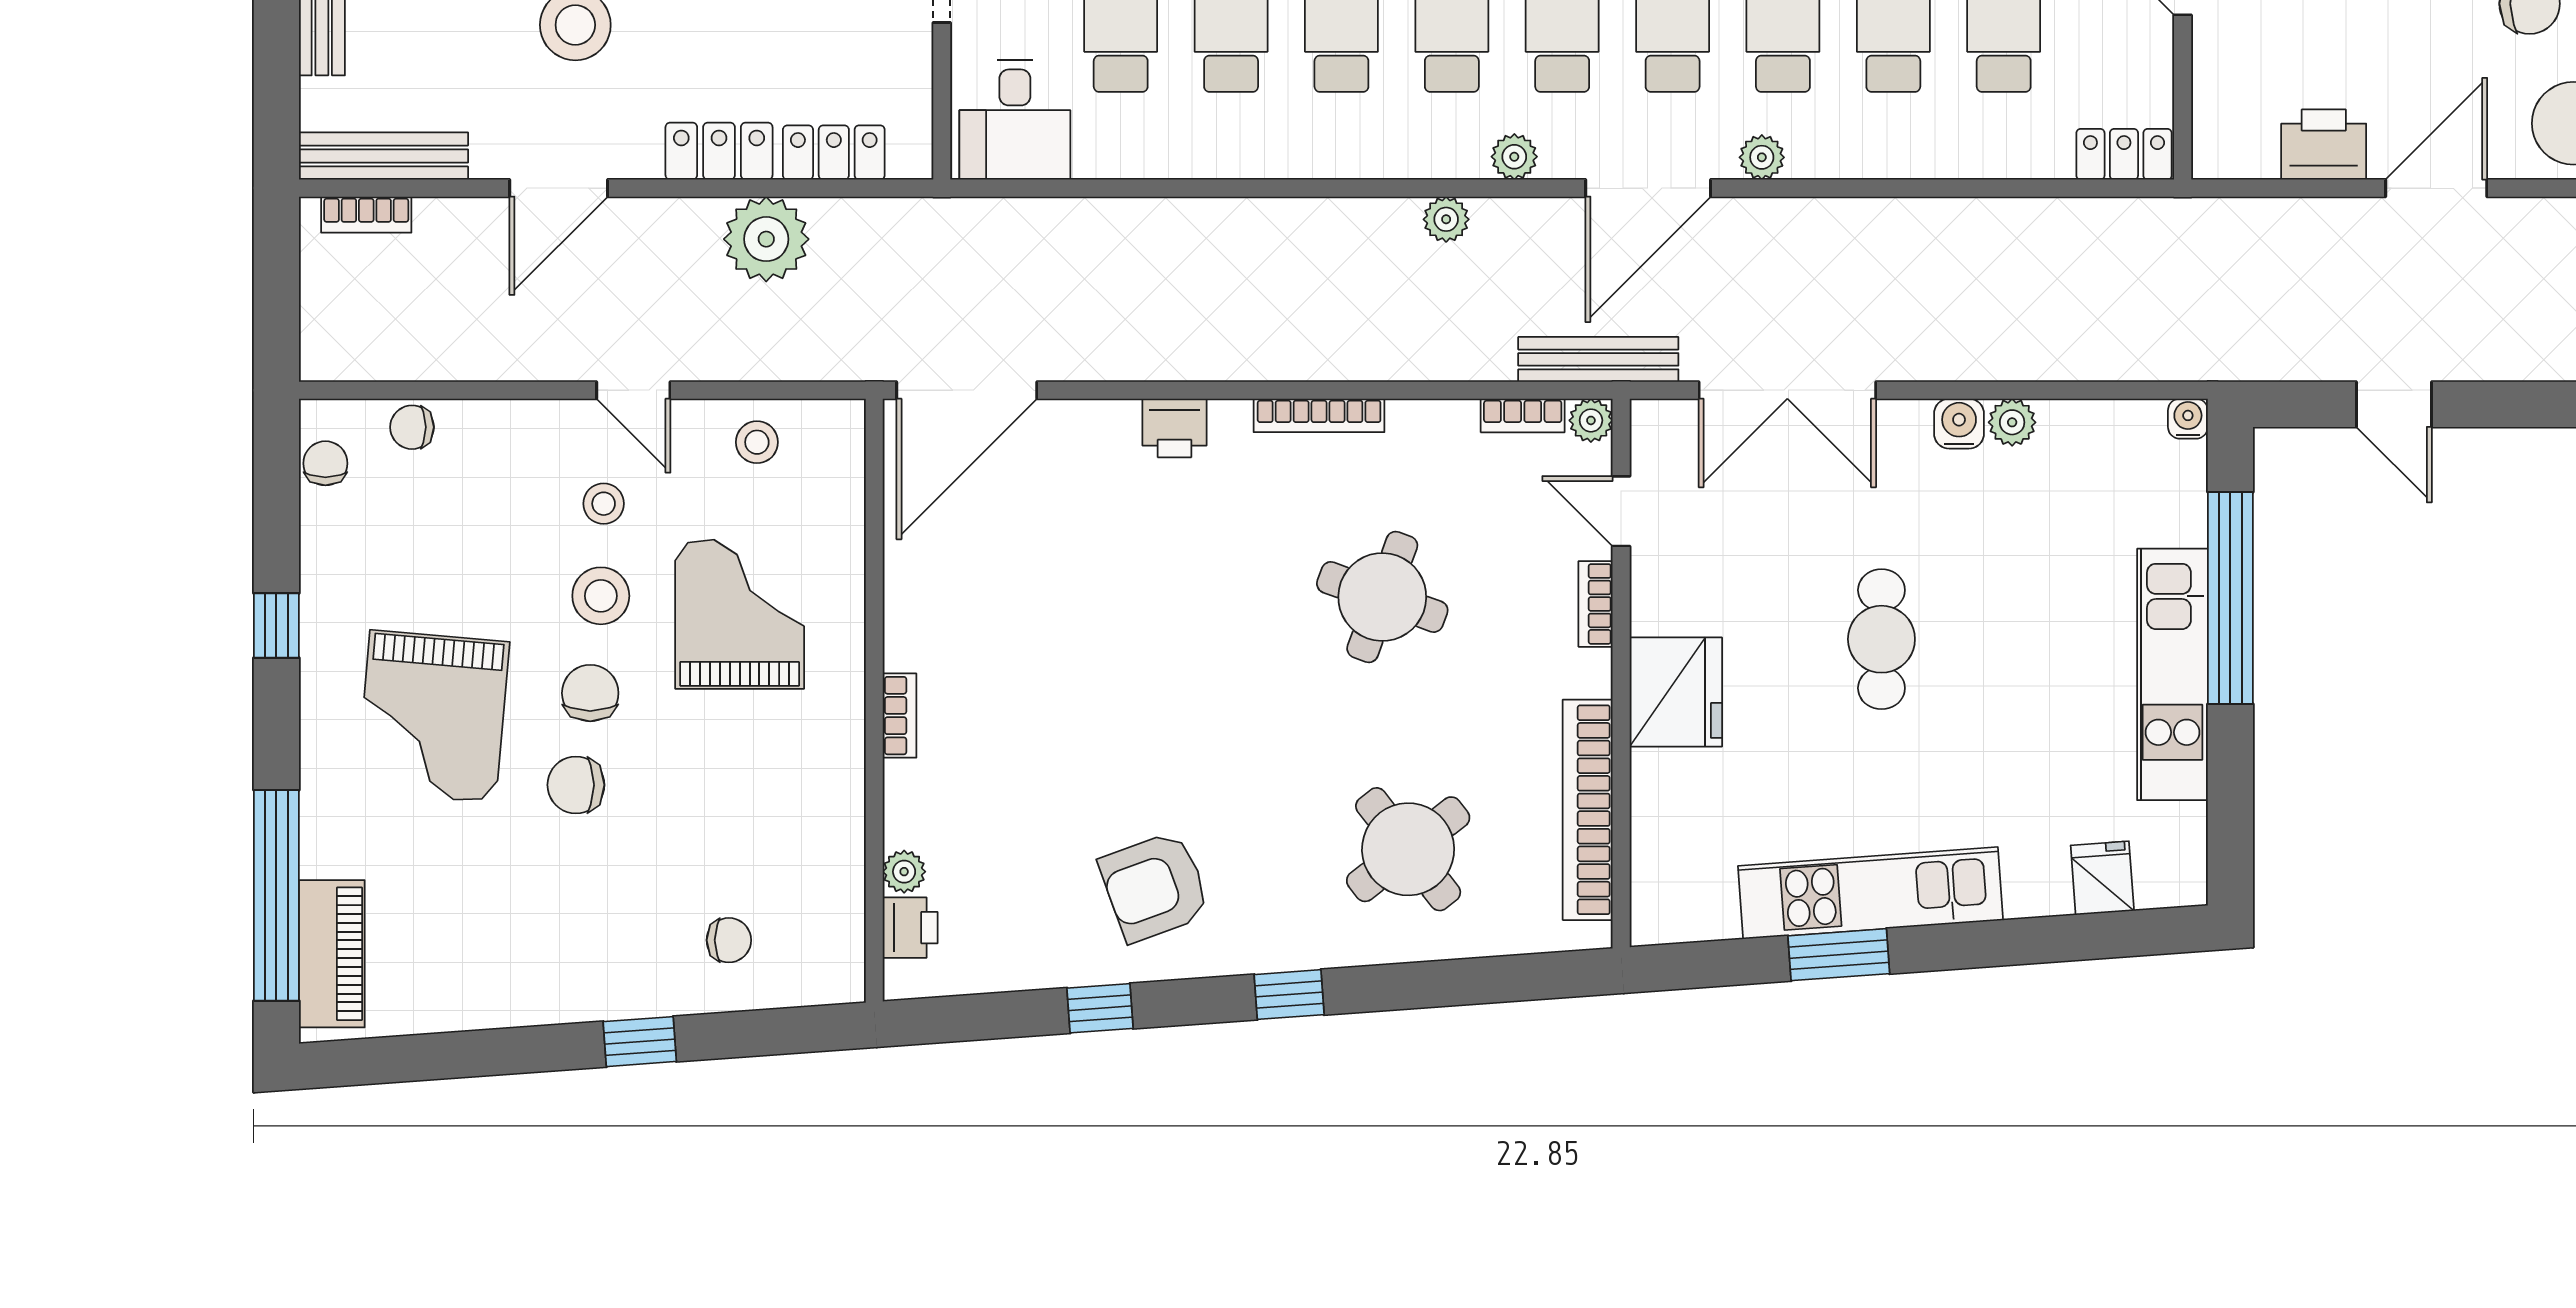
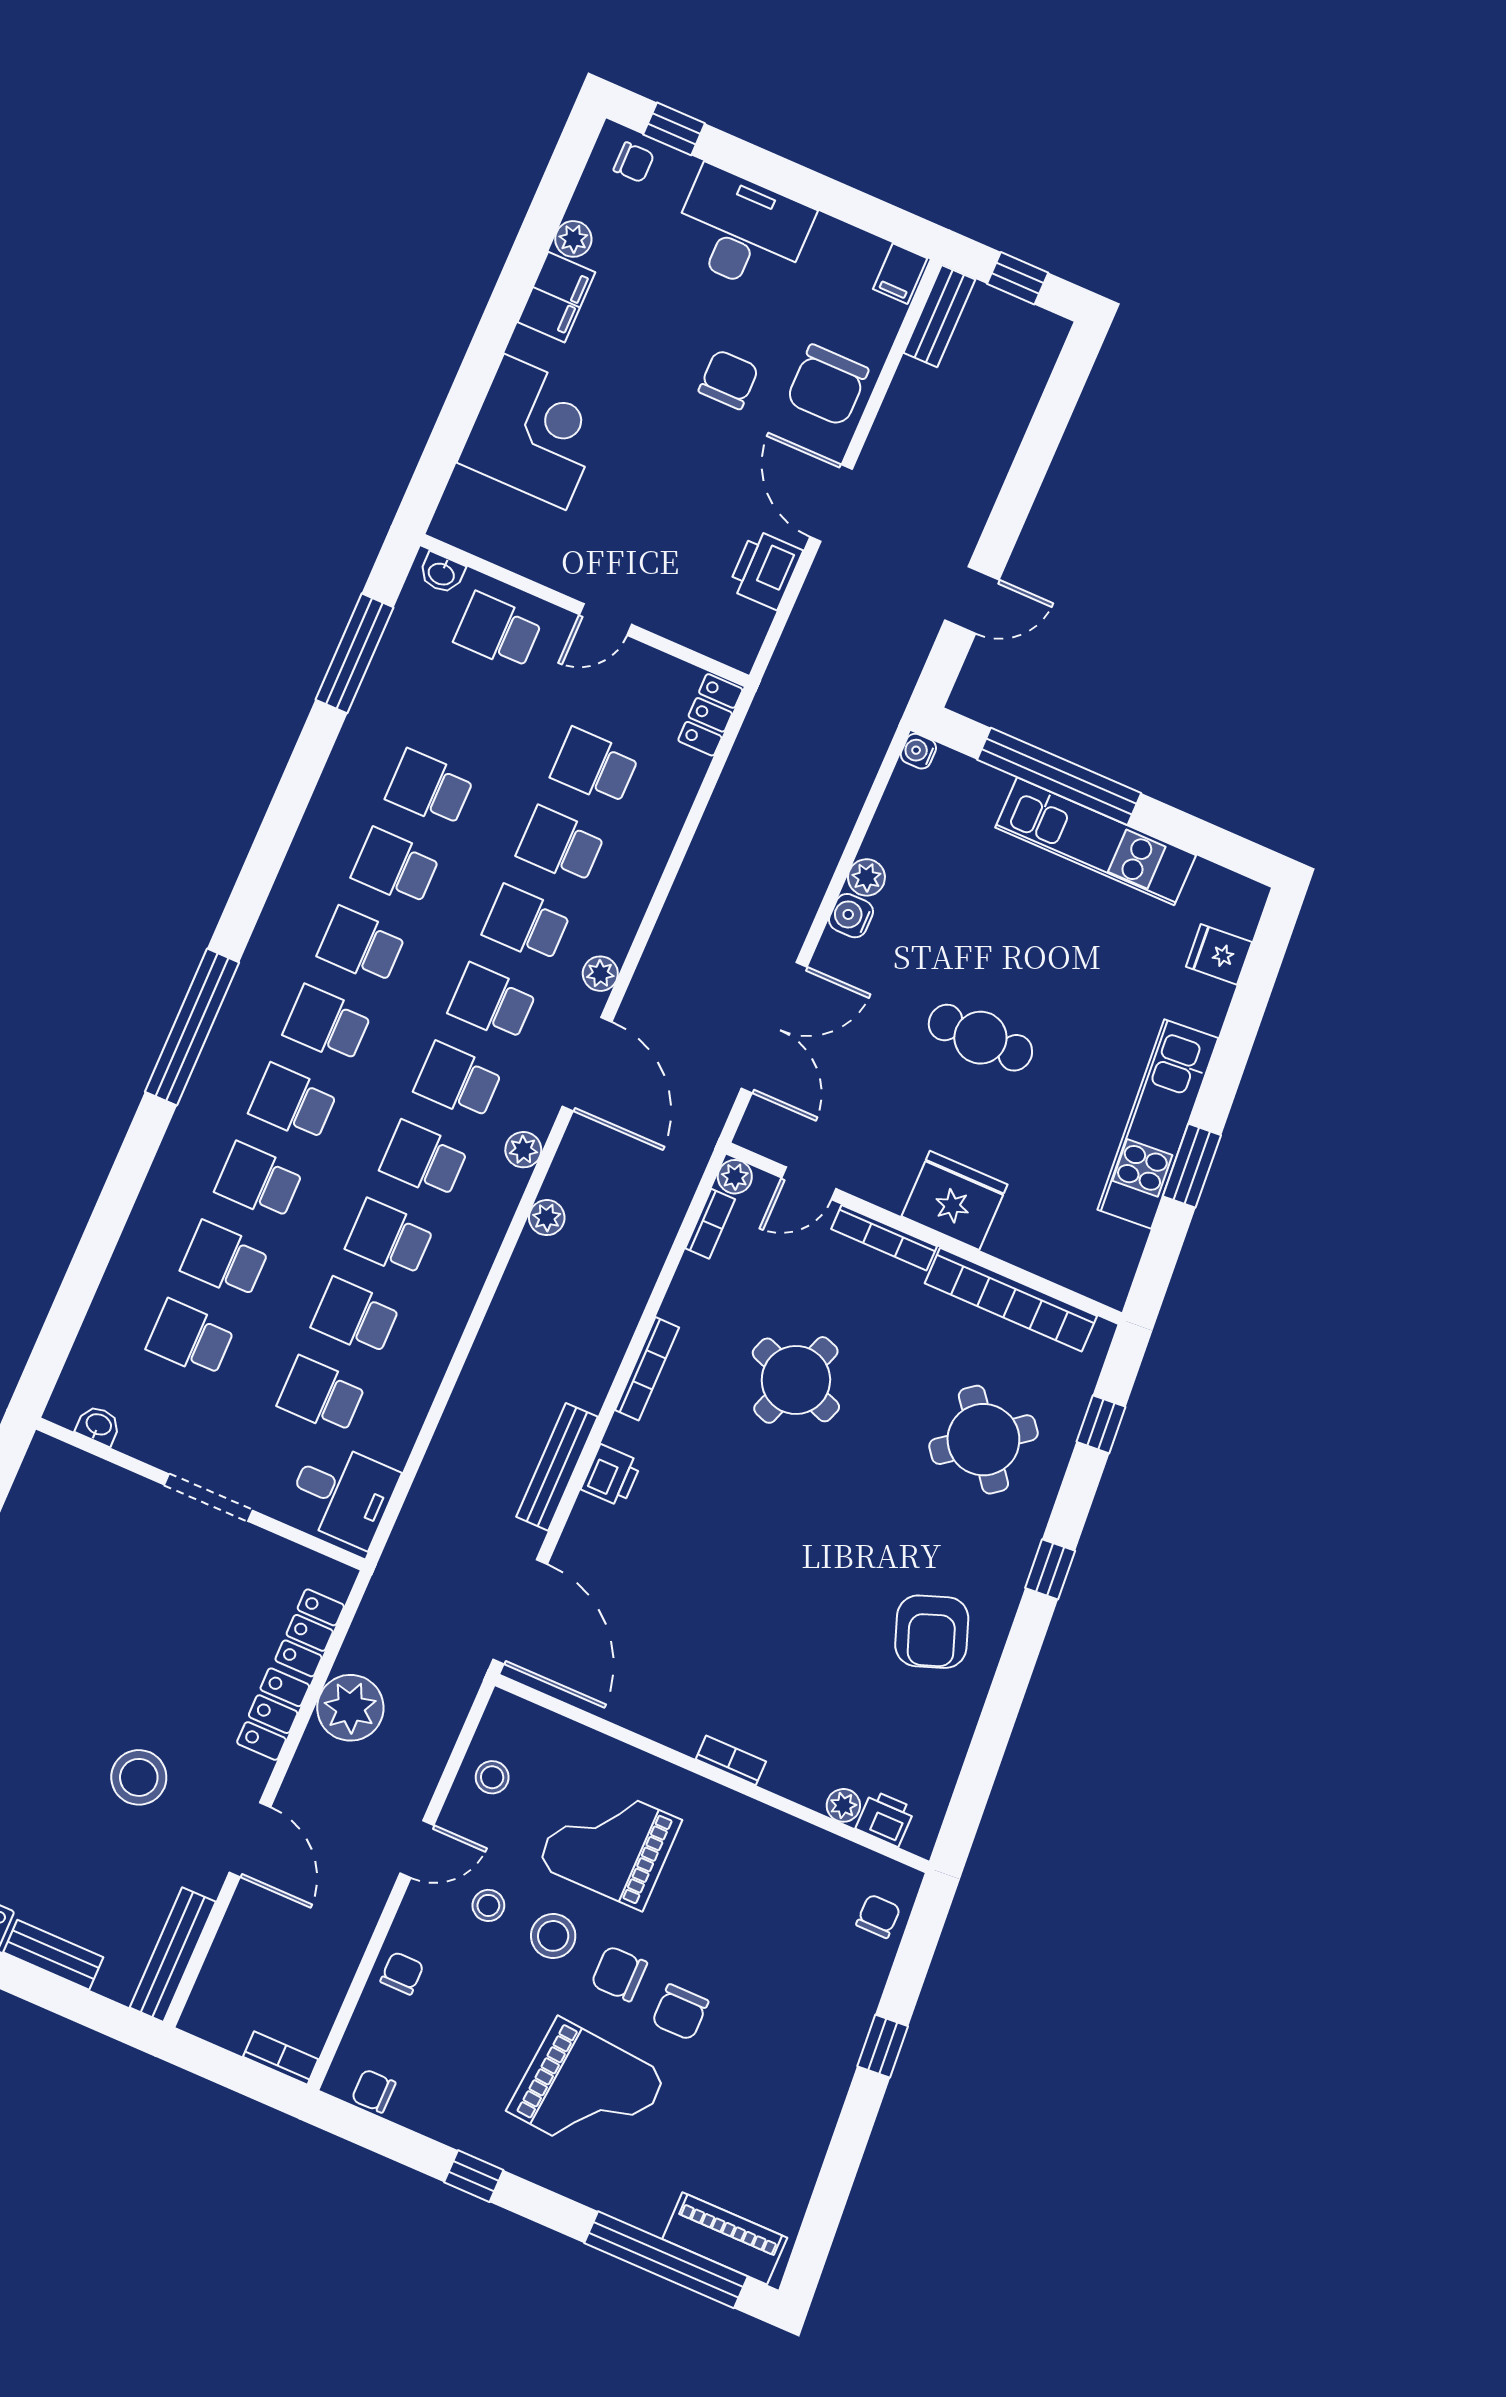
bookcase: (366, 215) -> (281, 2058), moved, turned -90
bench: (1598, 359) -> (557, 1467), moved
chair: (412, 427) -> (402, 1973), moved, turned 180
bookcase: (1596, 604) -> (884, 1238), width x1.56
chair: (729, 940) -> (878, 1916), moved
window: (1100, 1008) -> (1101, 1424), moved

